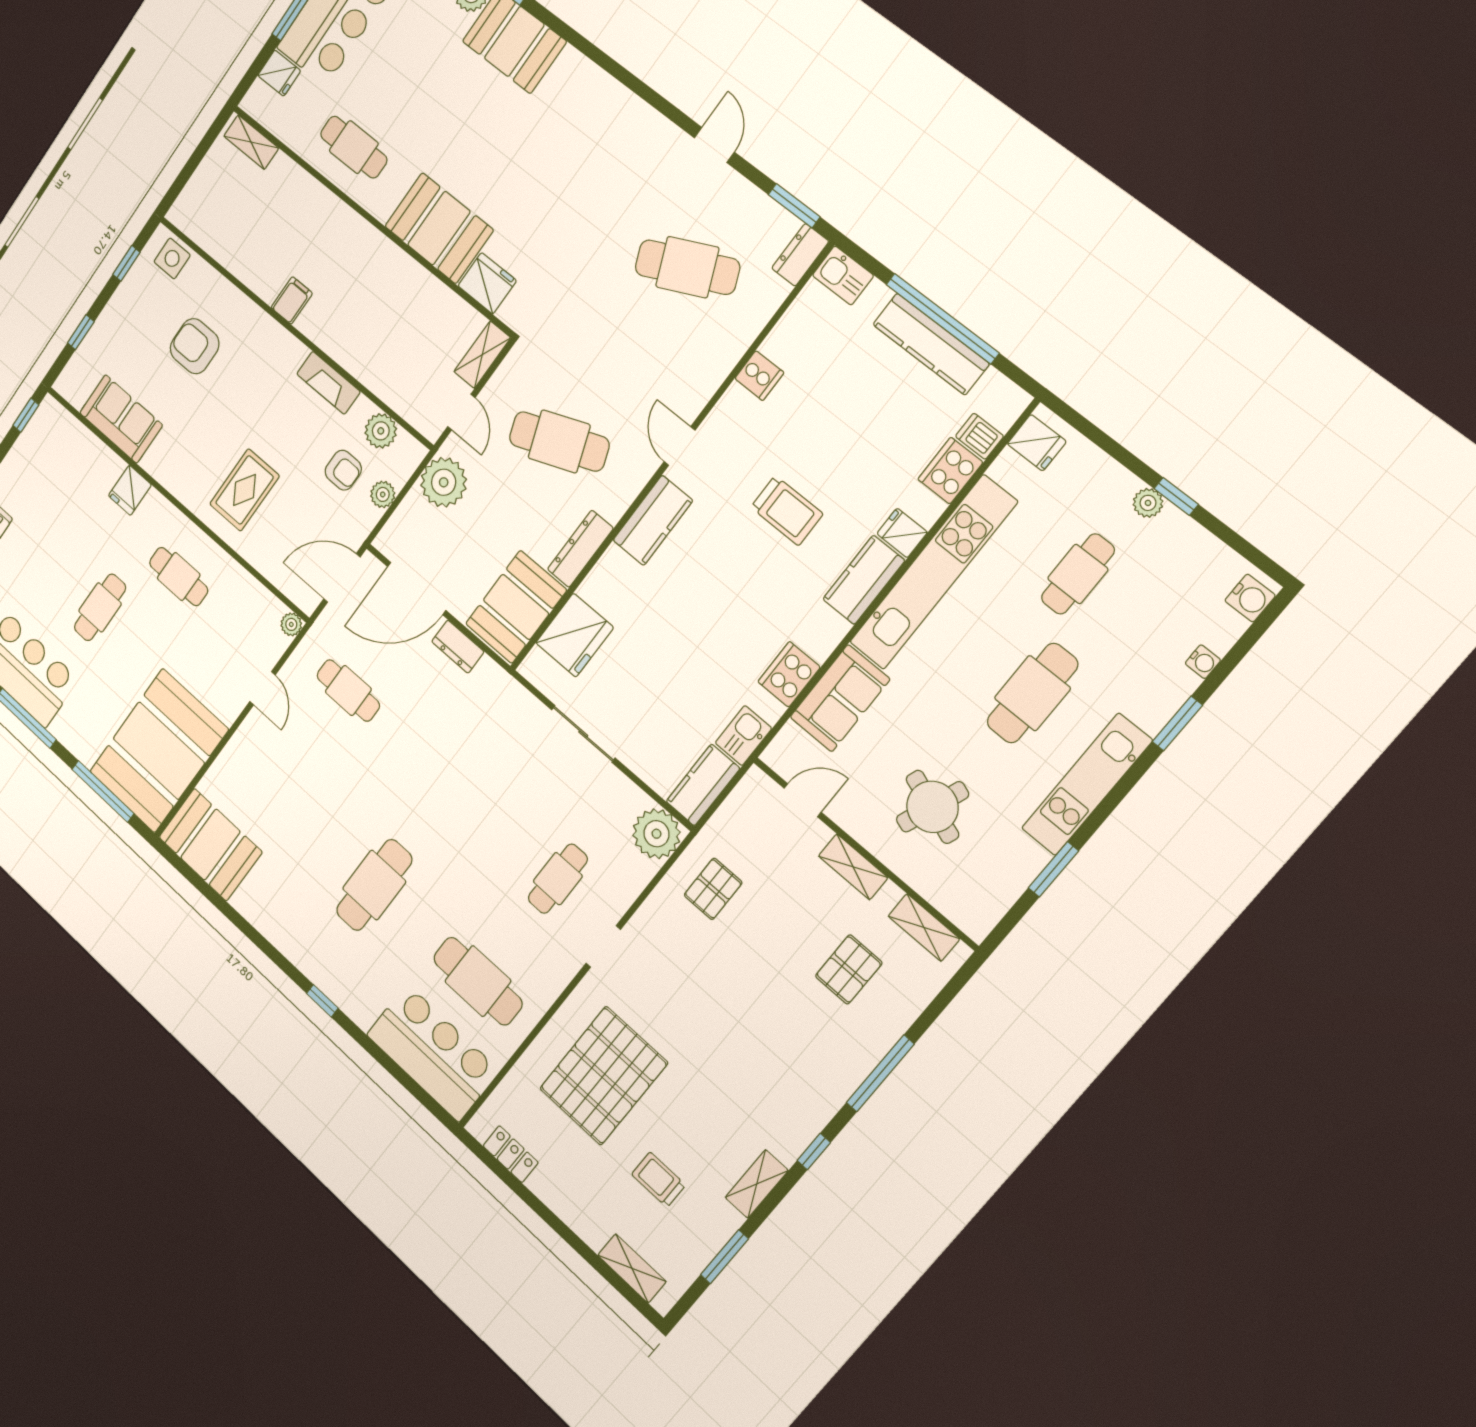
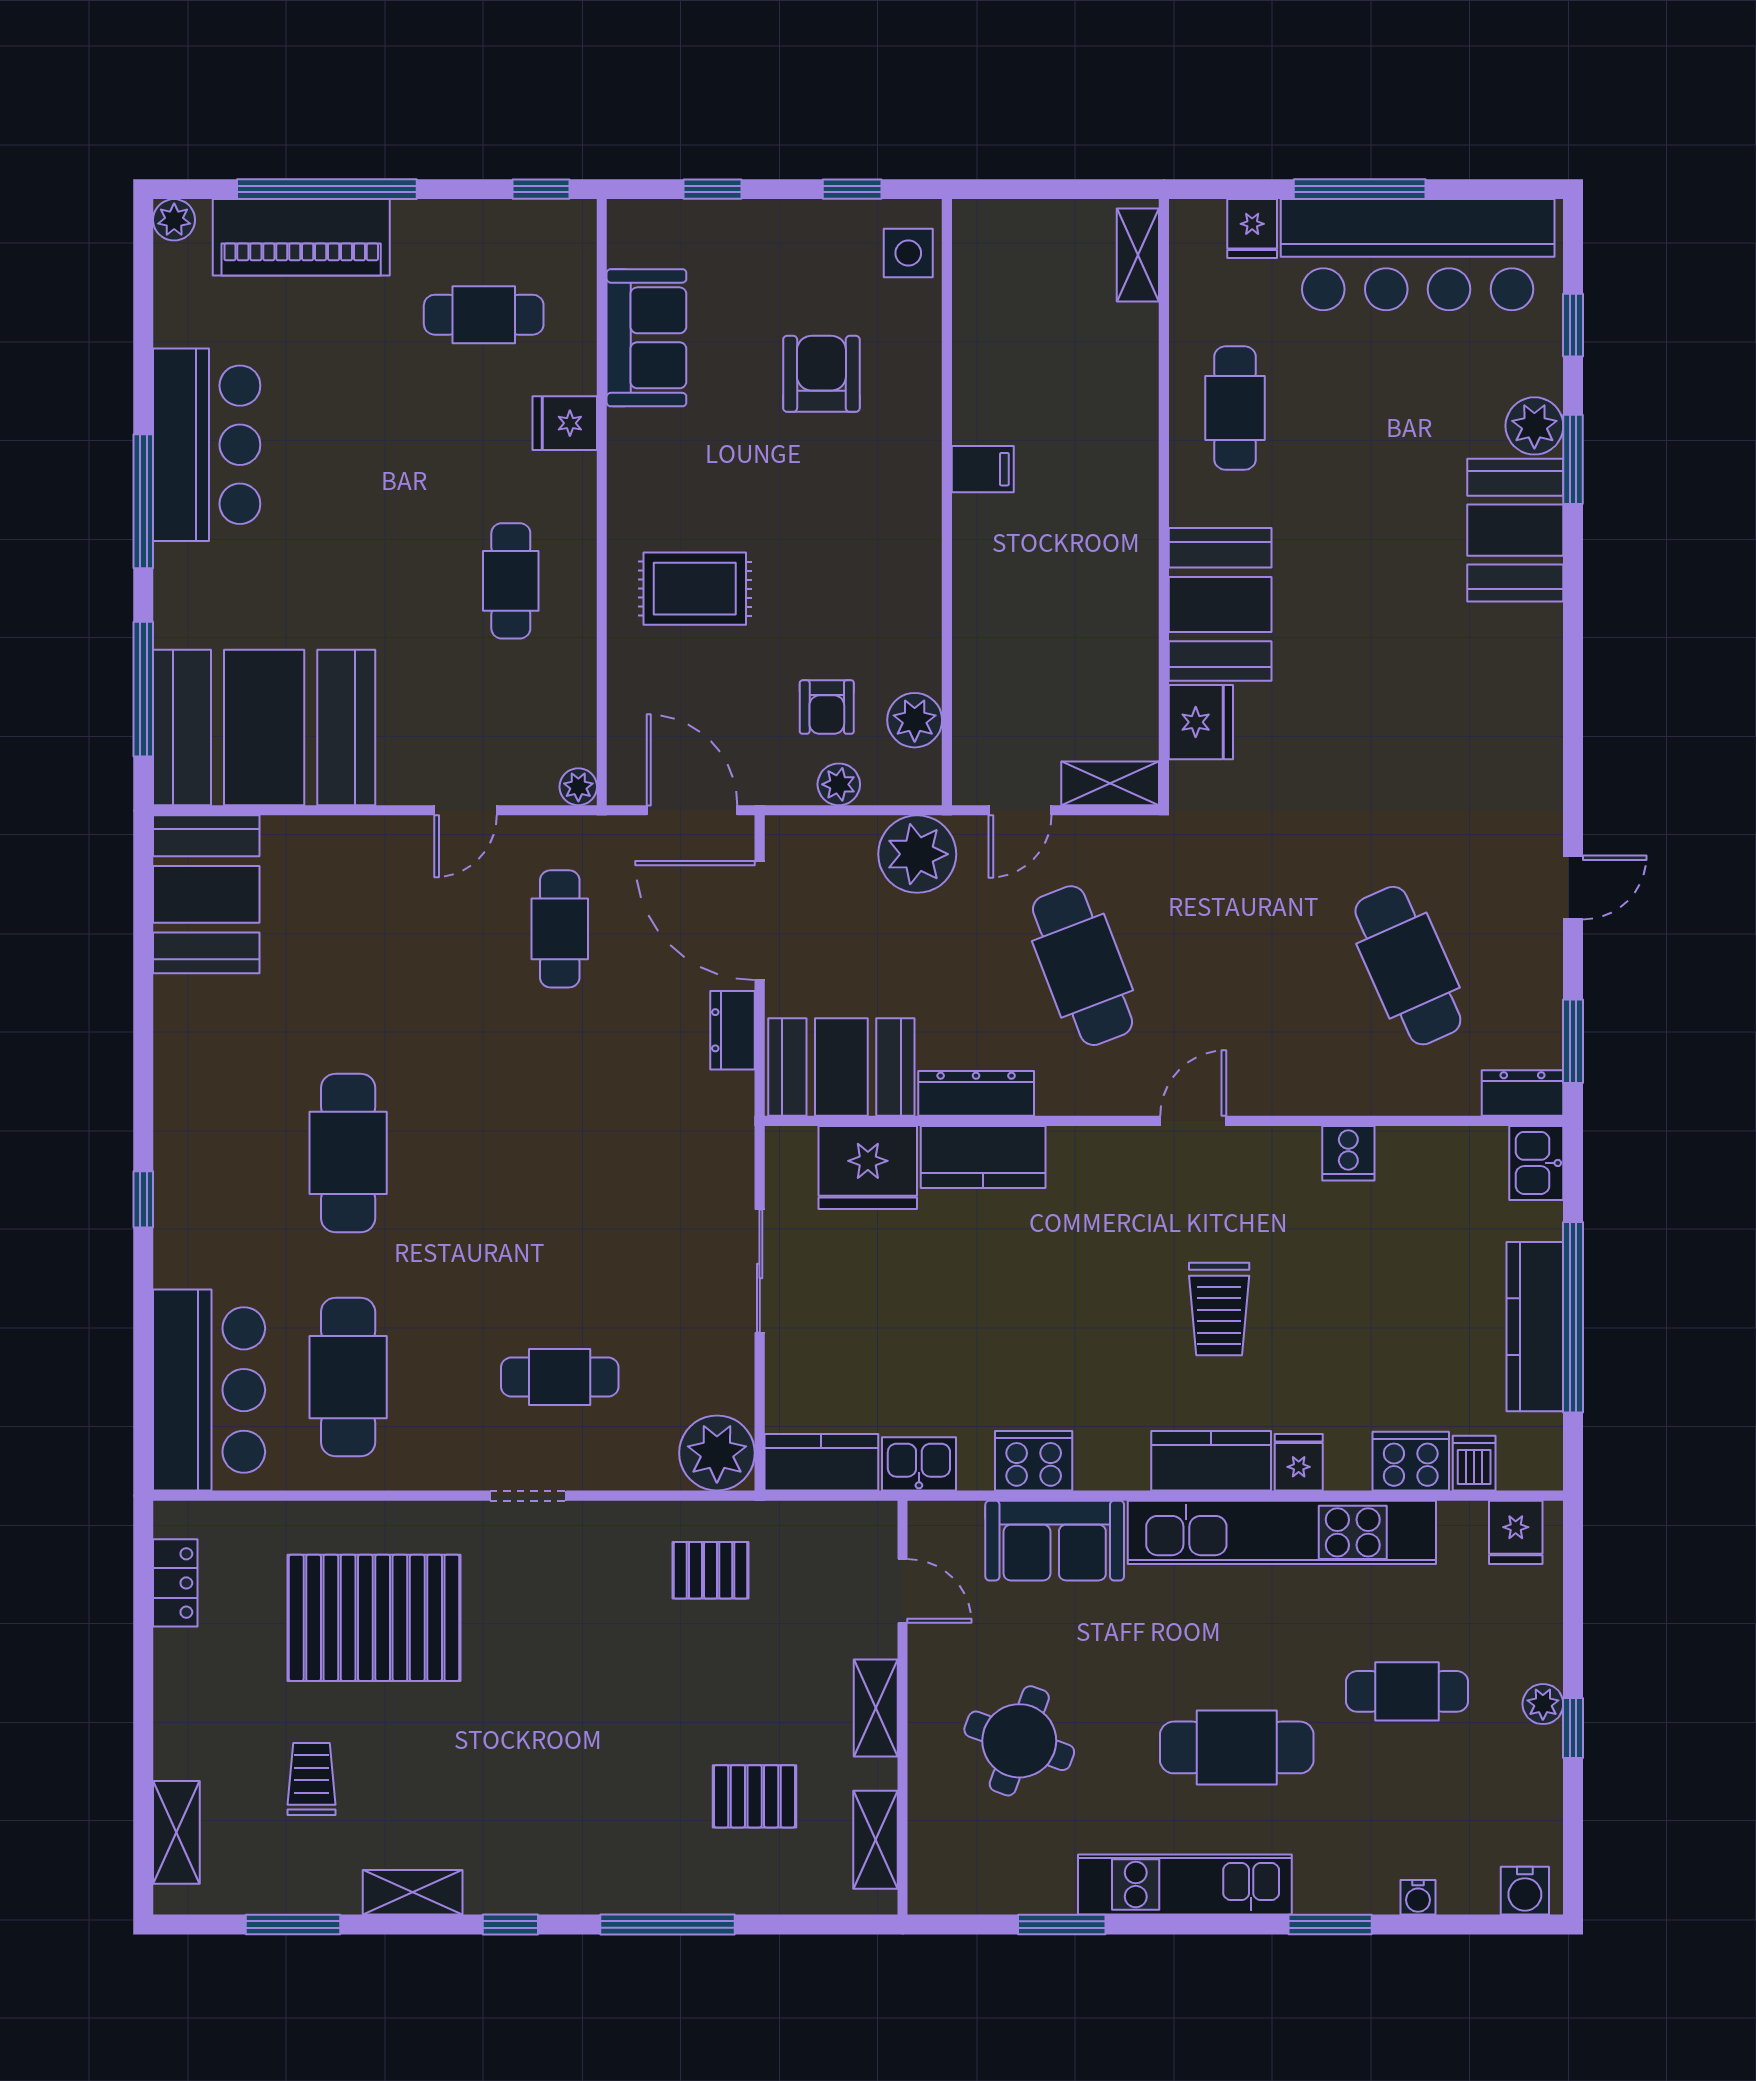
fireplace: (328, 383) -> (919, 601), removed
kitchen counter: (653, 520) -> (983, 1157), moved
cafe table: (100, 607) -> (484, 315), moved
cafe table: (374, 885) -> (348, 1153), turned 90

